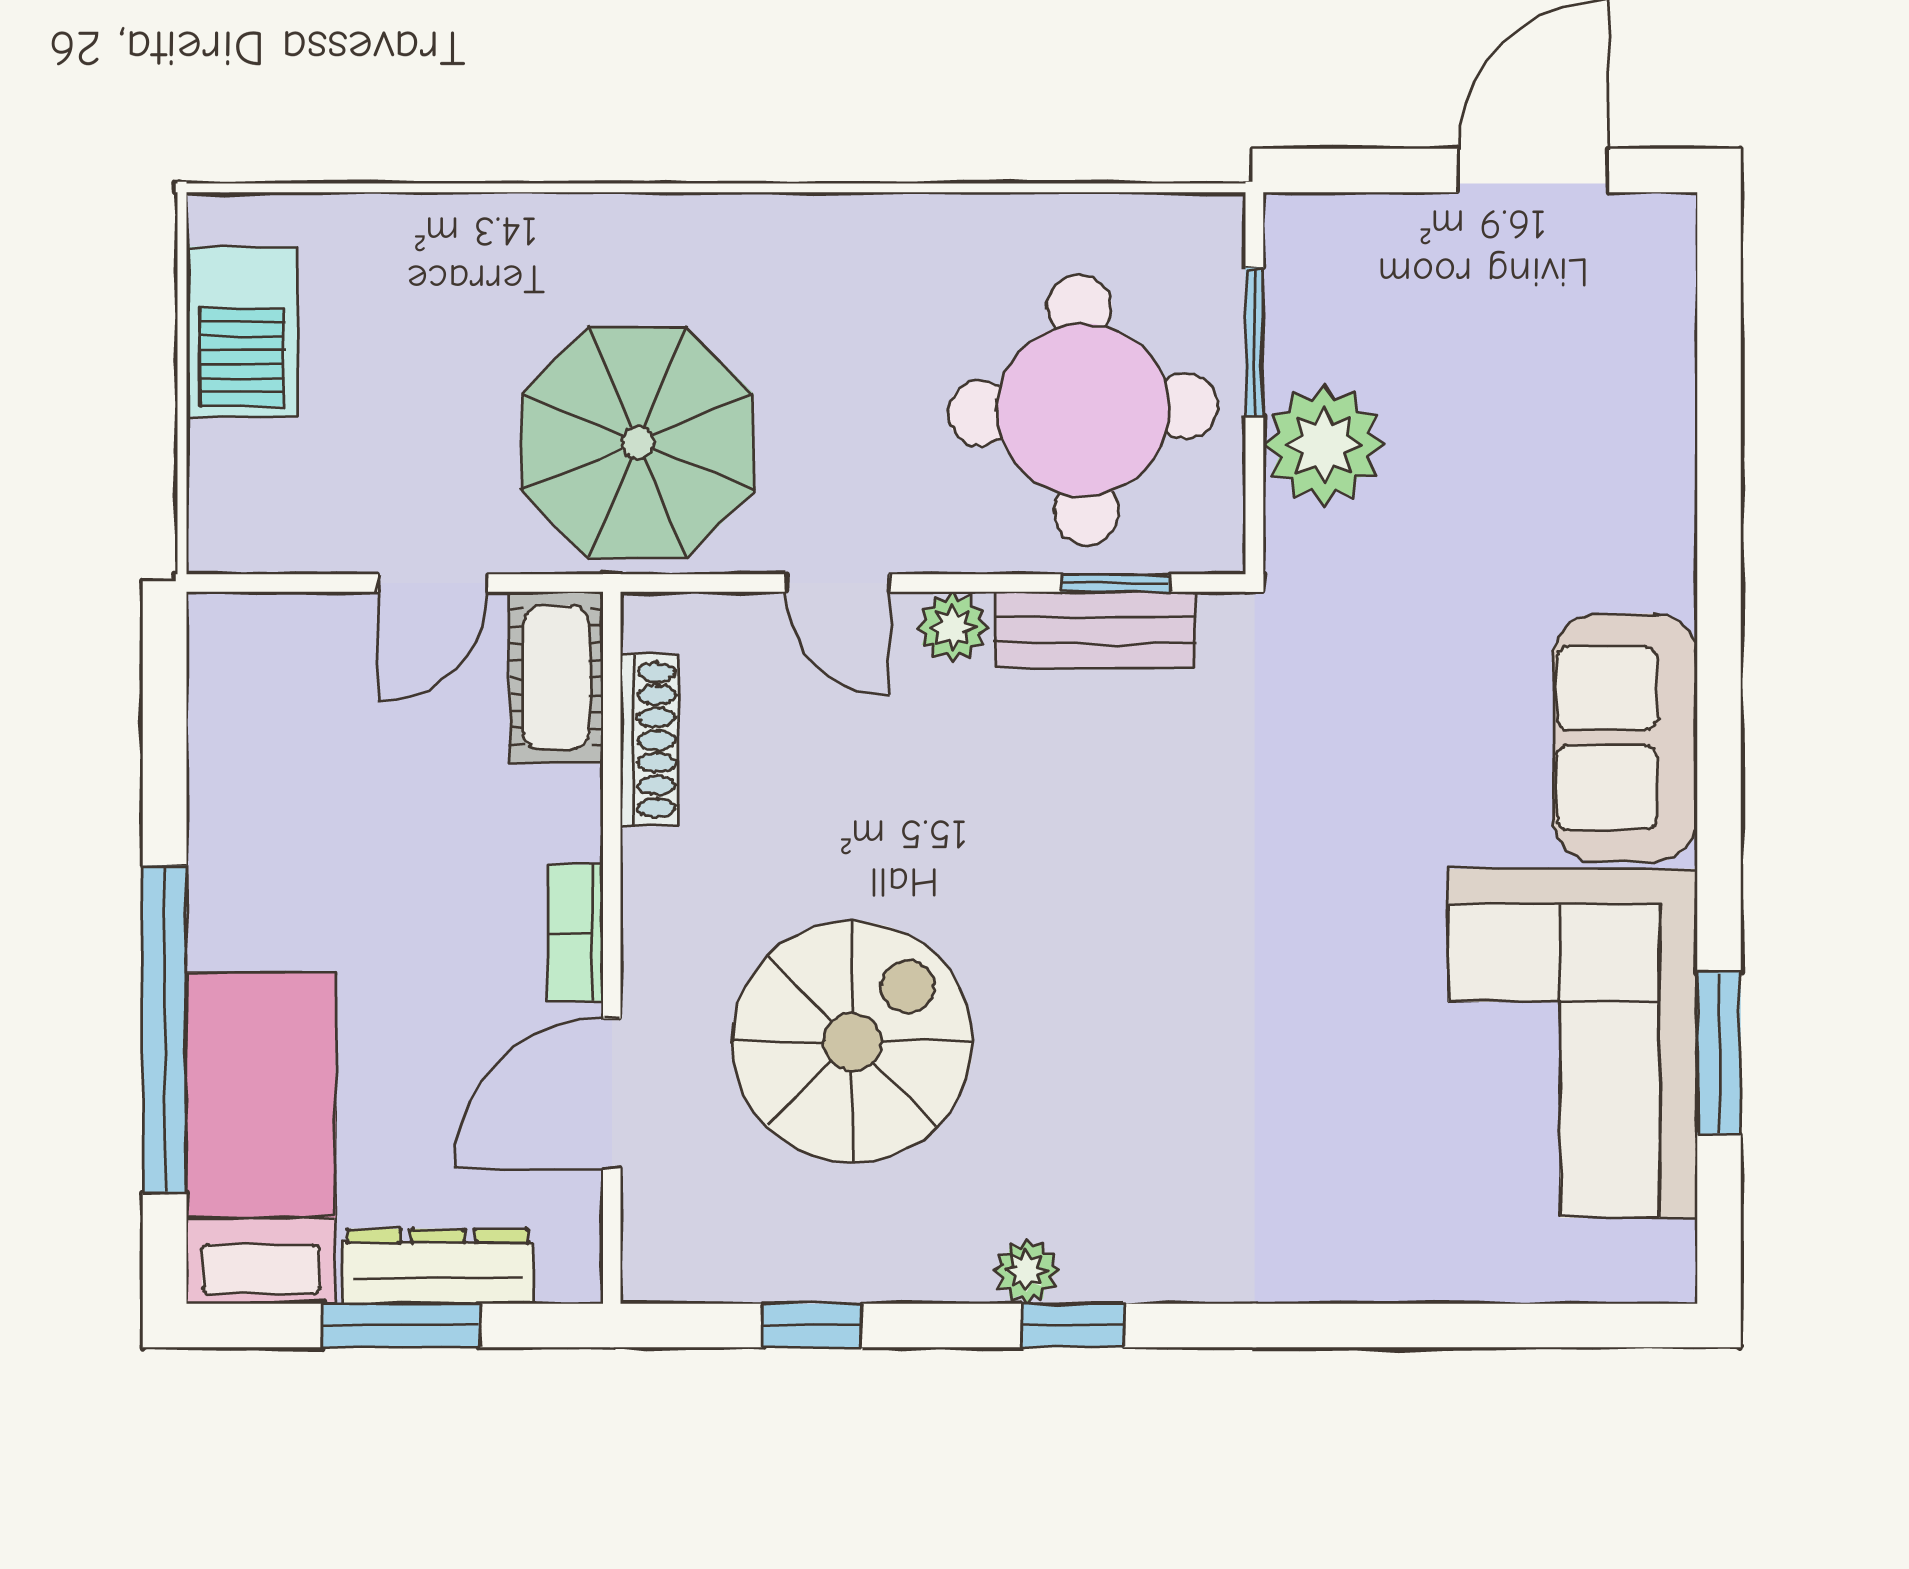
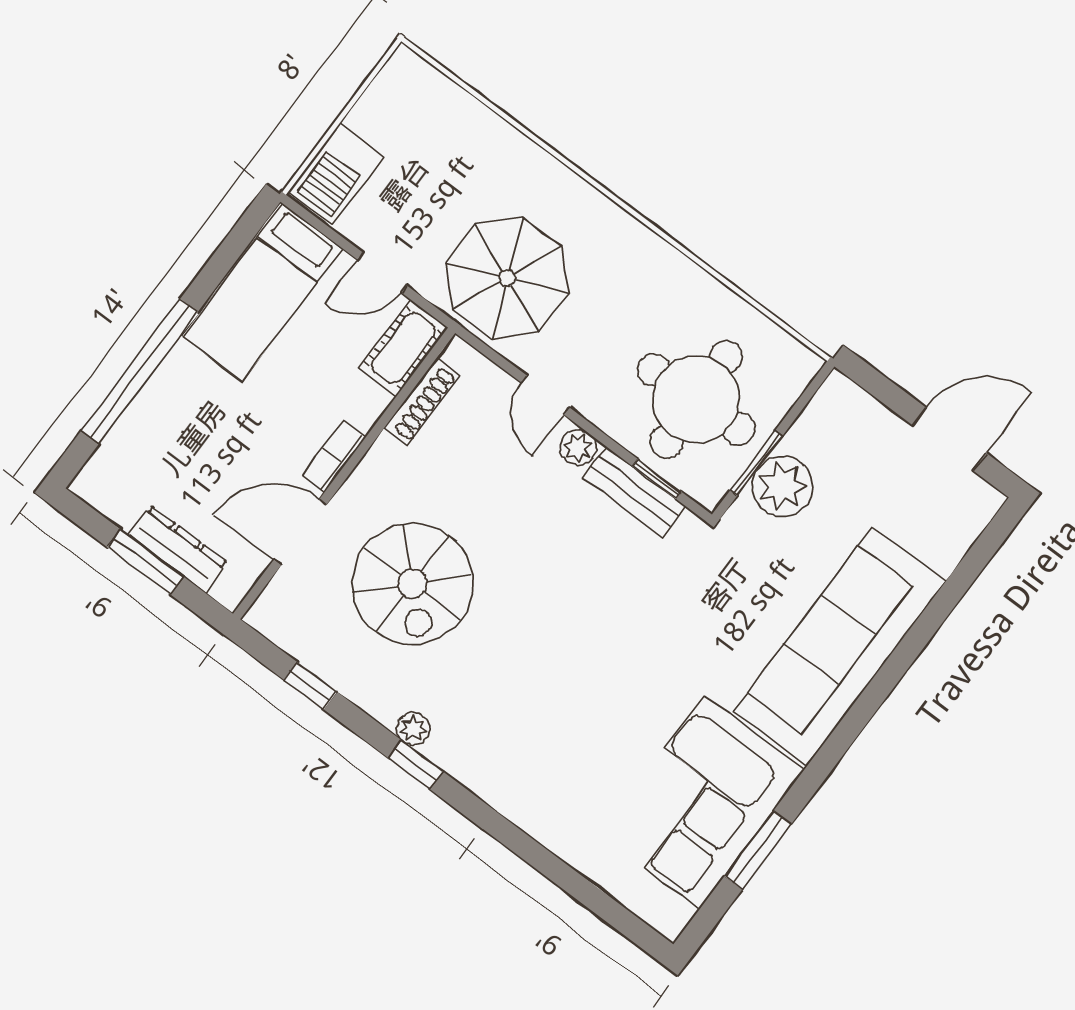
barbecue: (242, 332) -> (336, 174), moved
window: (1254, 342) -> (756, 463), moved
sofa: (1625, 738) -> (839, 647), width x1.85, depth x1.27
spiral stairs: (852, 1042) -> (413, 584), turned 90
bed: (261, 1138) -> (262, 292), moved, turned 180

